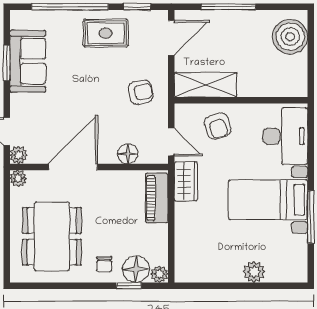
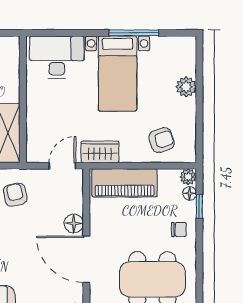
armchair: (218, 126) -> (162, 140), moved
floor lamp: (128, 154) -> (74, 223), moved
piano: (157, 198) -> (125, 183), width x1.37, depth x1.33
floor lamp: (136, 269) -> (190, 193), width x0.53, depth x0.53

